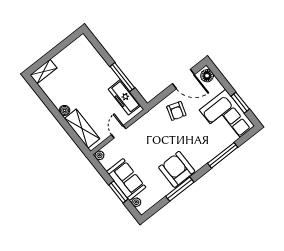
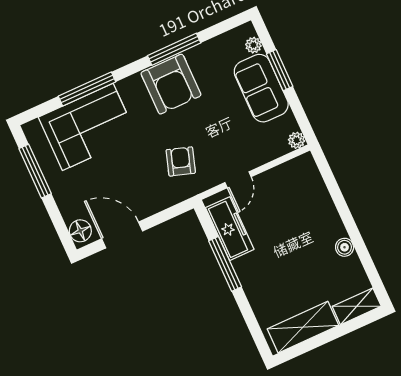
window: (240, 103) -> (35, 171), width x1.44
boiler: (64, 110) -> (345, 247), moved
armchair: (176, 111) -> (181, 161), moved
corner sofa: (227, 118) -> (88, 127), moved, turned 90
shelving: (82, 129) -> (303, 327), moved, turned 90
door: (119, 132) -> (238, 180), moved

